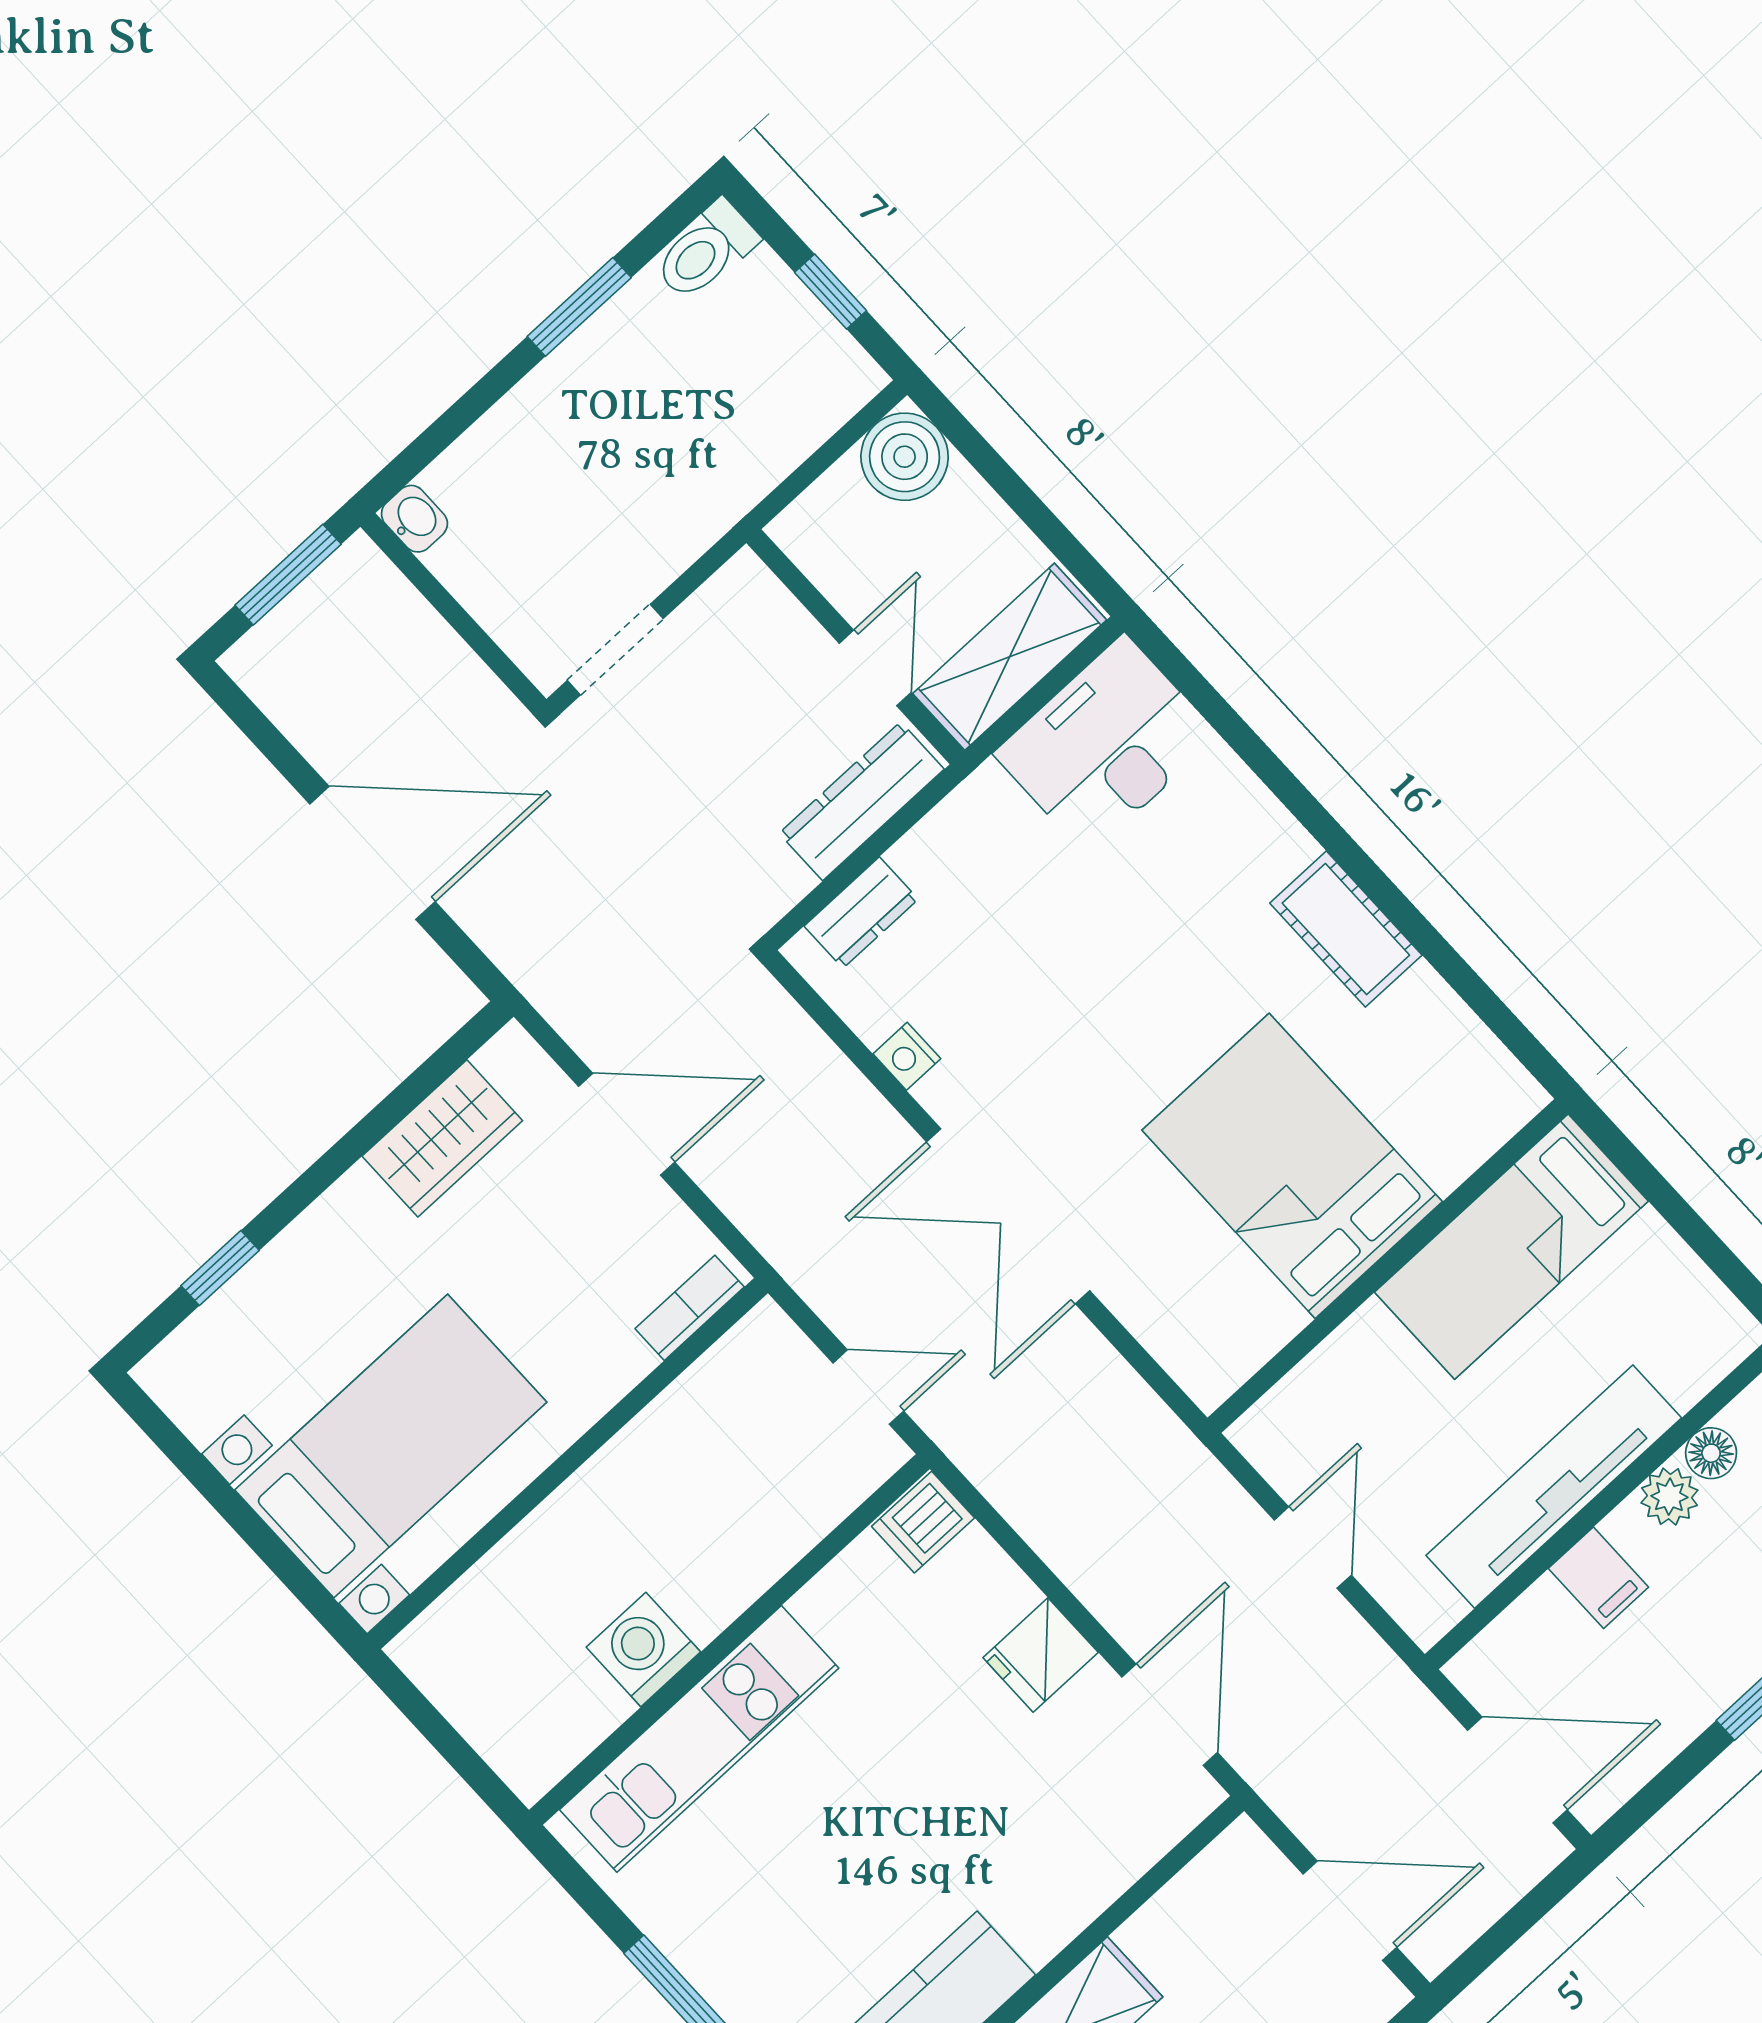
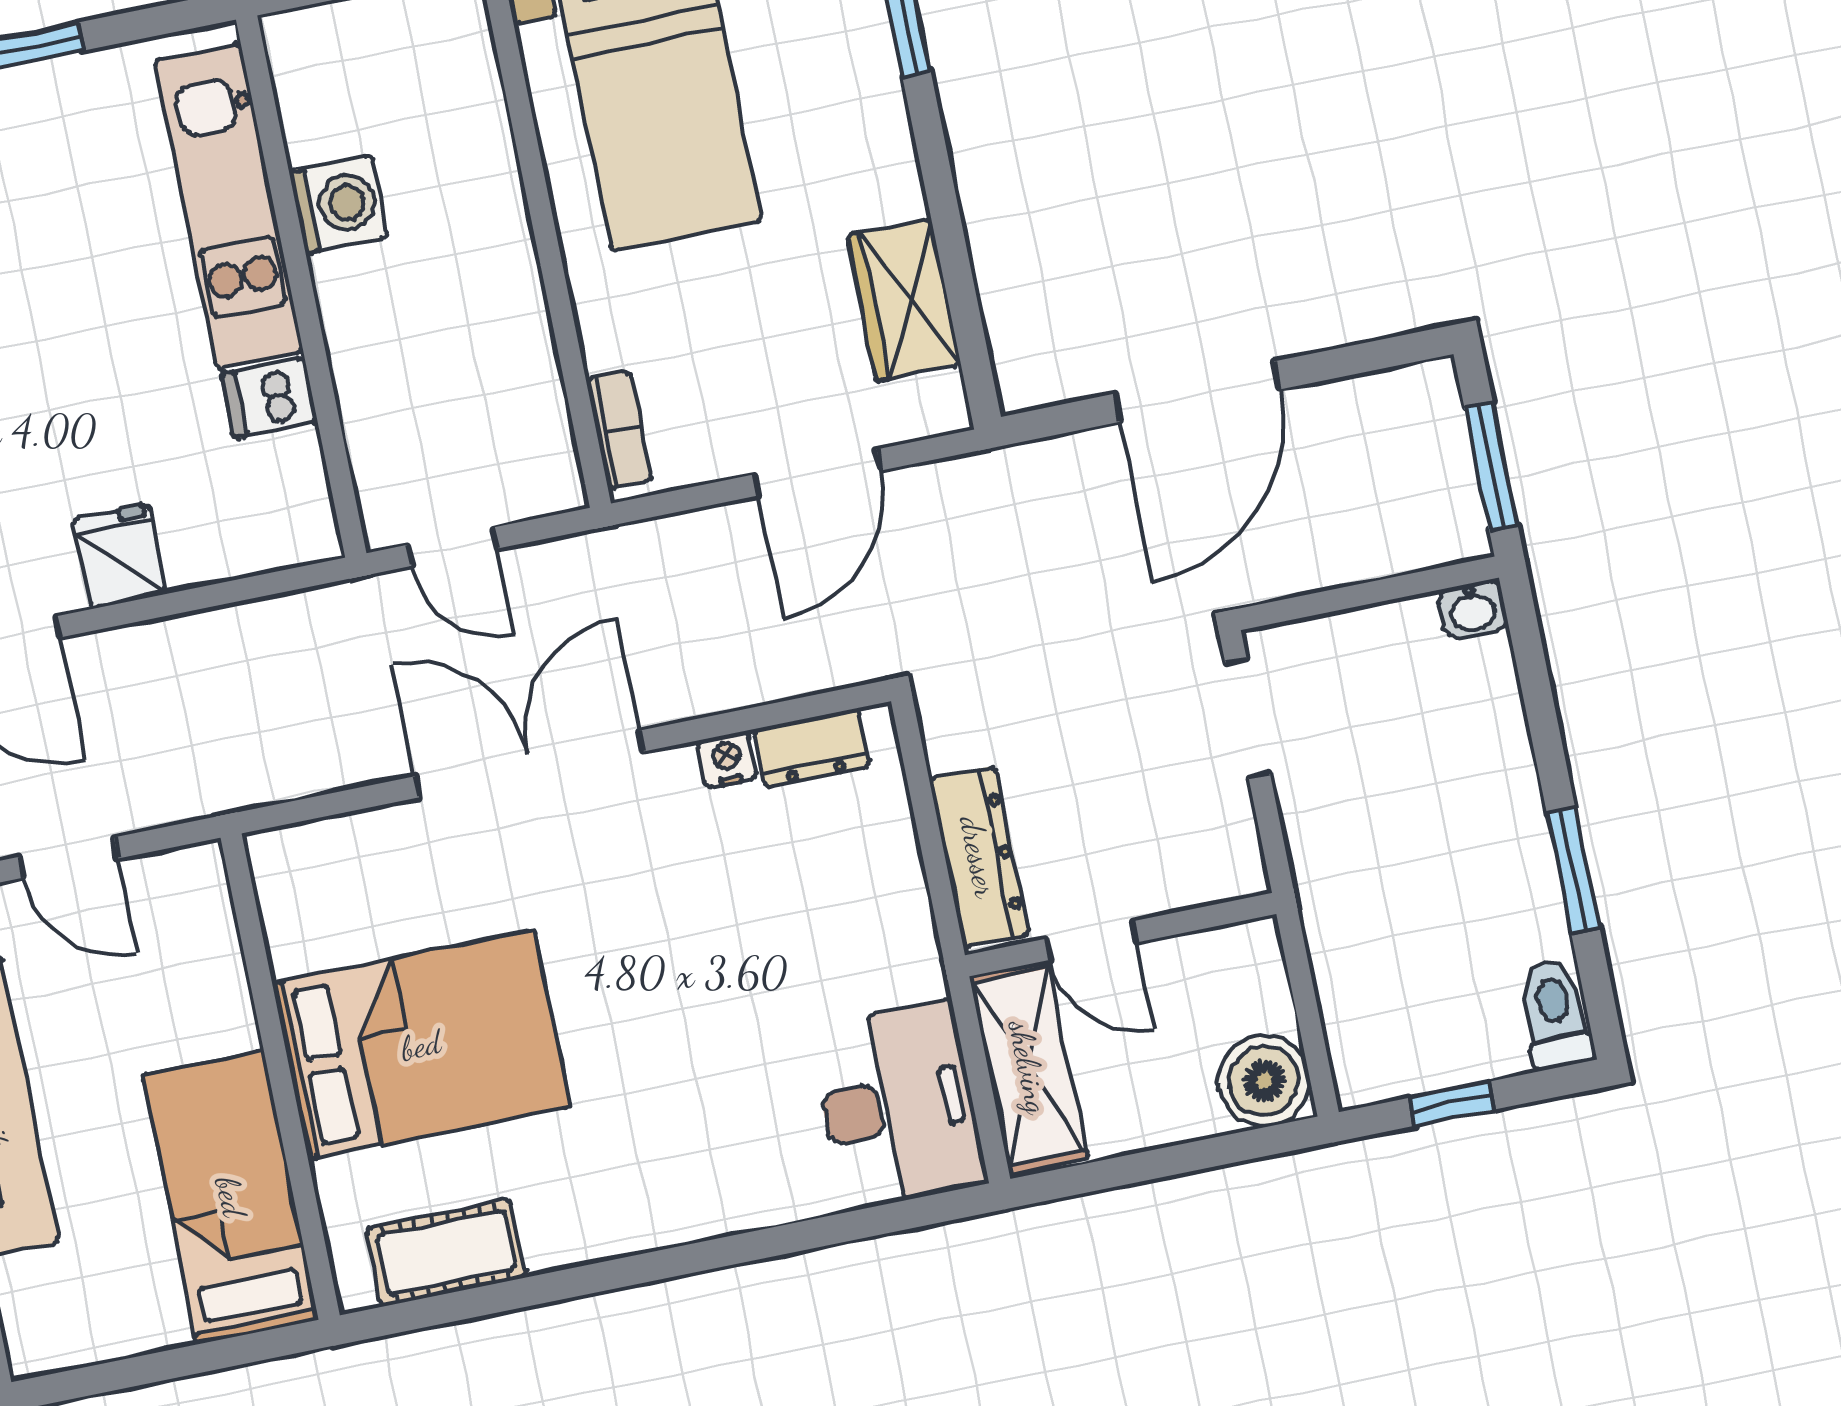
dresser: (861, 913) -> (811, 748), moved, turned -90
cot: (1346, 929) -> (446, 1253), moved
door: (868, 1387) -> (452, 547), hinge flipped
dishwasher: (923, 1522) -> (269, 398), moved, turned -90

